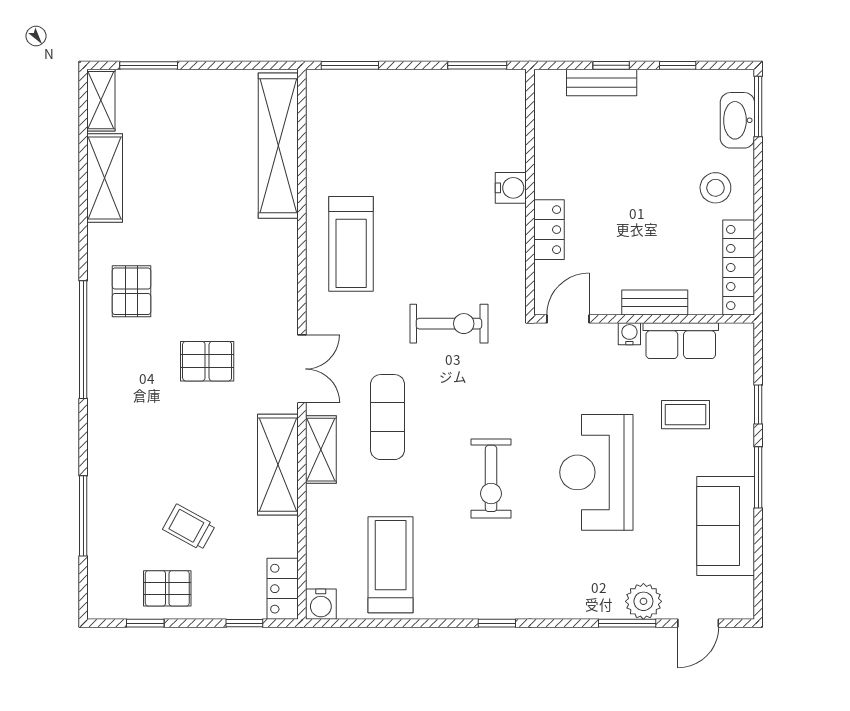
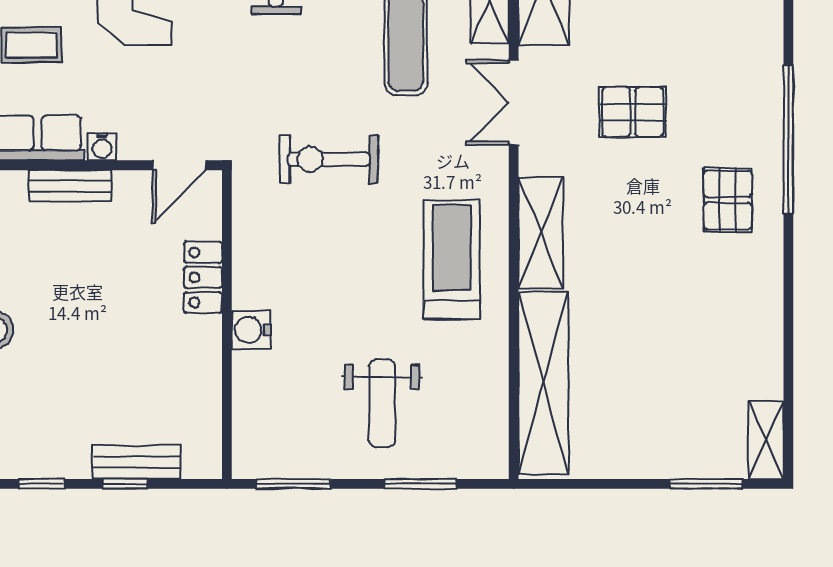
window: (350, 65) -> (421, 484), moved
weight bench: (407, 129) -> (382, 403), added
shelving: (105, 178) -> (541, 233), moved

